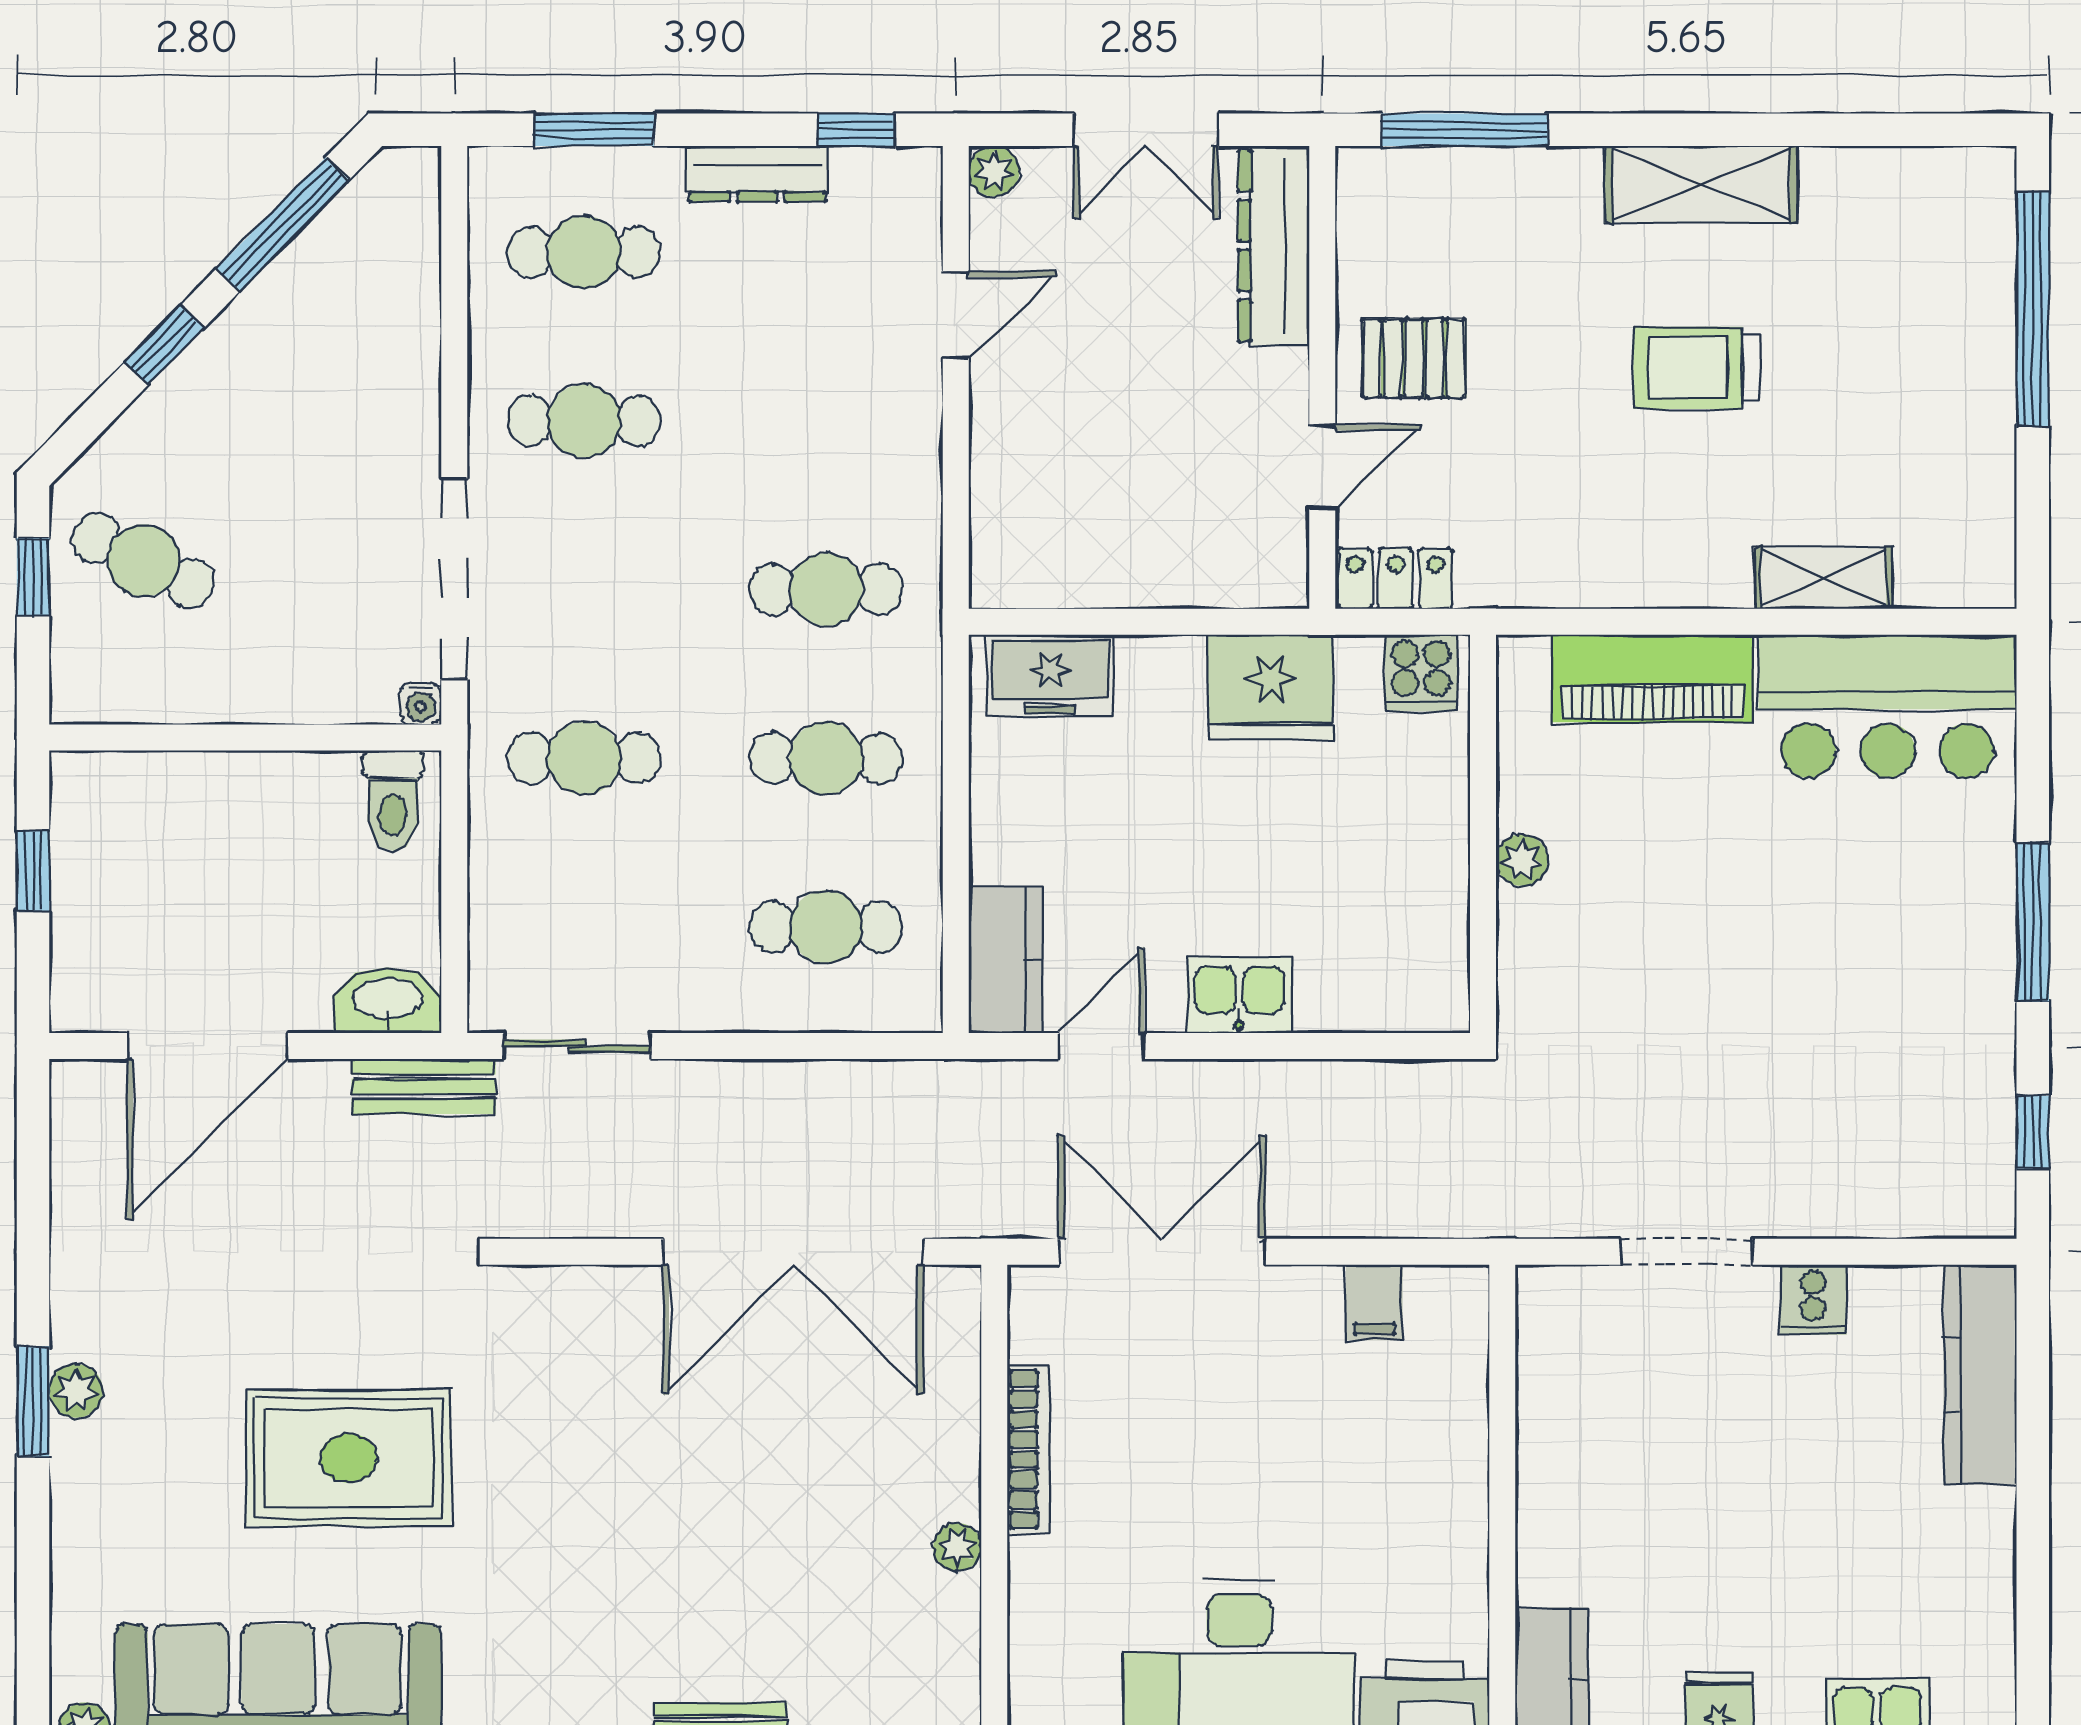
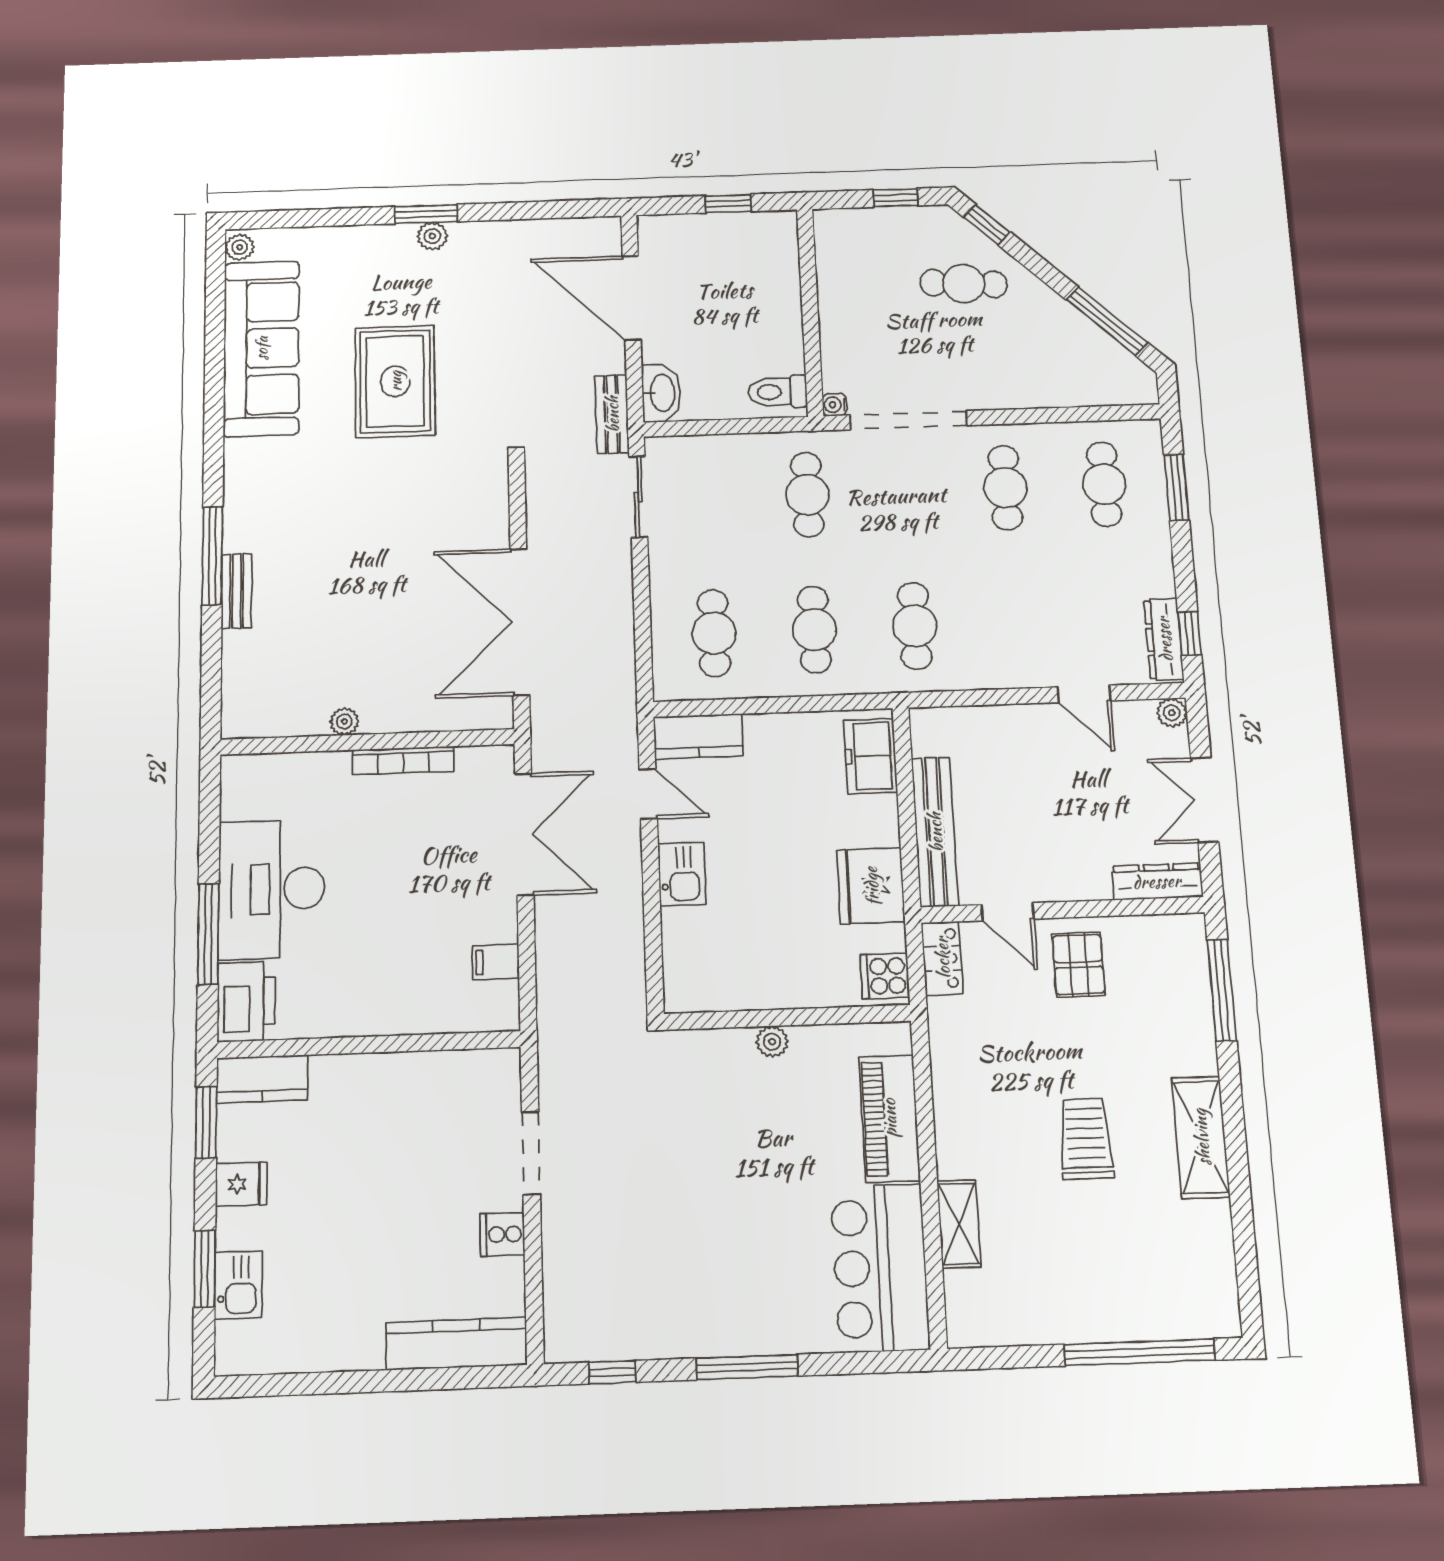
dresser: (757, 174) -> (1164, 639), moved
dresser: (1274, 246) -> (1157, 881), width x0.73, depth x0.80
window: (165, 345) -> (987, 225), moved
cafe table: (143, 561) -> (964, 283), moved, turned 68
bench: (1183, 577) -> (935, 832), added

